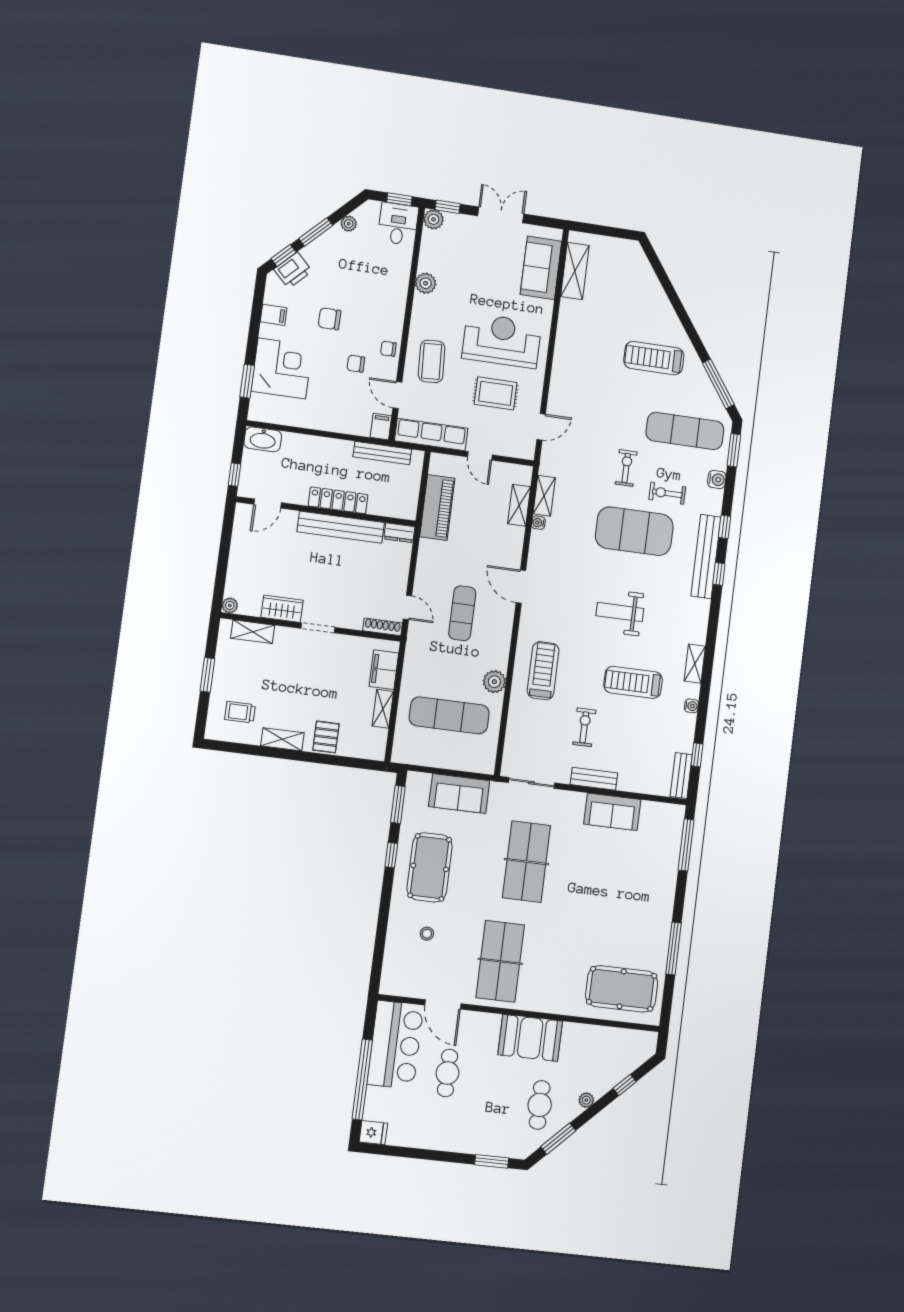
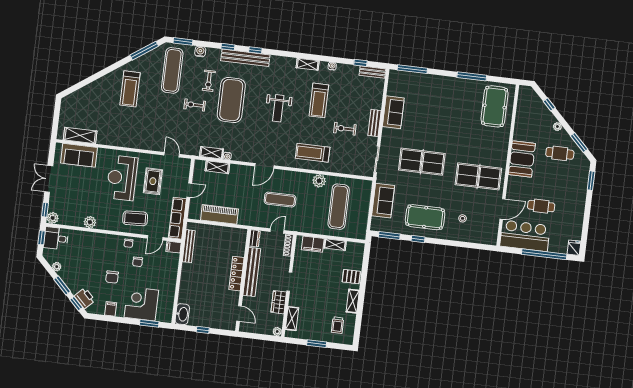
locker: (338, 500) -> (236, 274), moved
door: (268, 503) -> (239, 313), moved
wall: (326, 512) -> (243, 280), moved
bench: (341, 527) -> (252, 272), moved
dresser: (399, 533) -> (255, 238), moved

